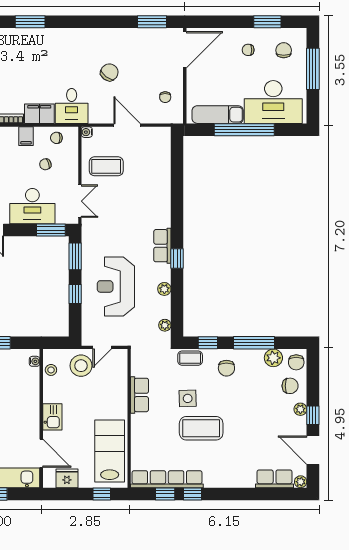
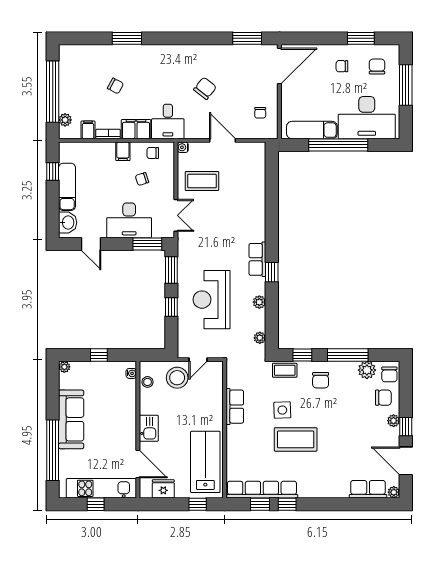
chair: (19, 70) -> (115, 86), added

